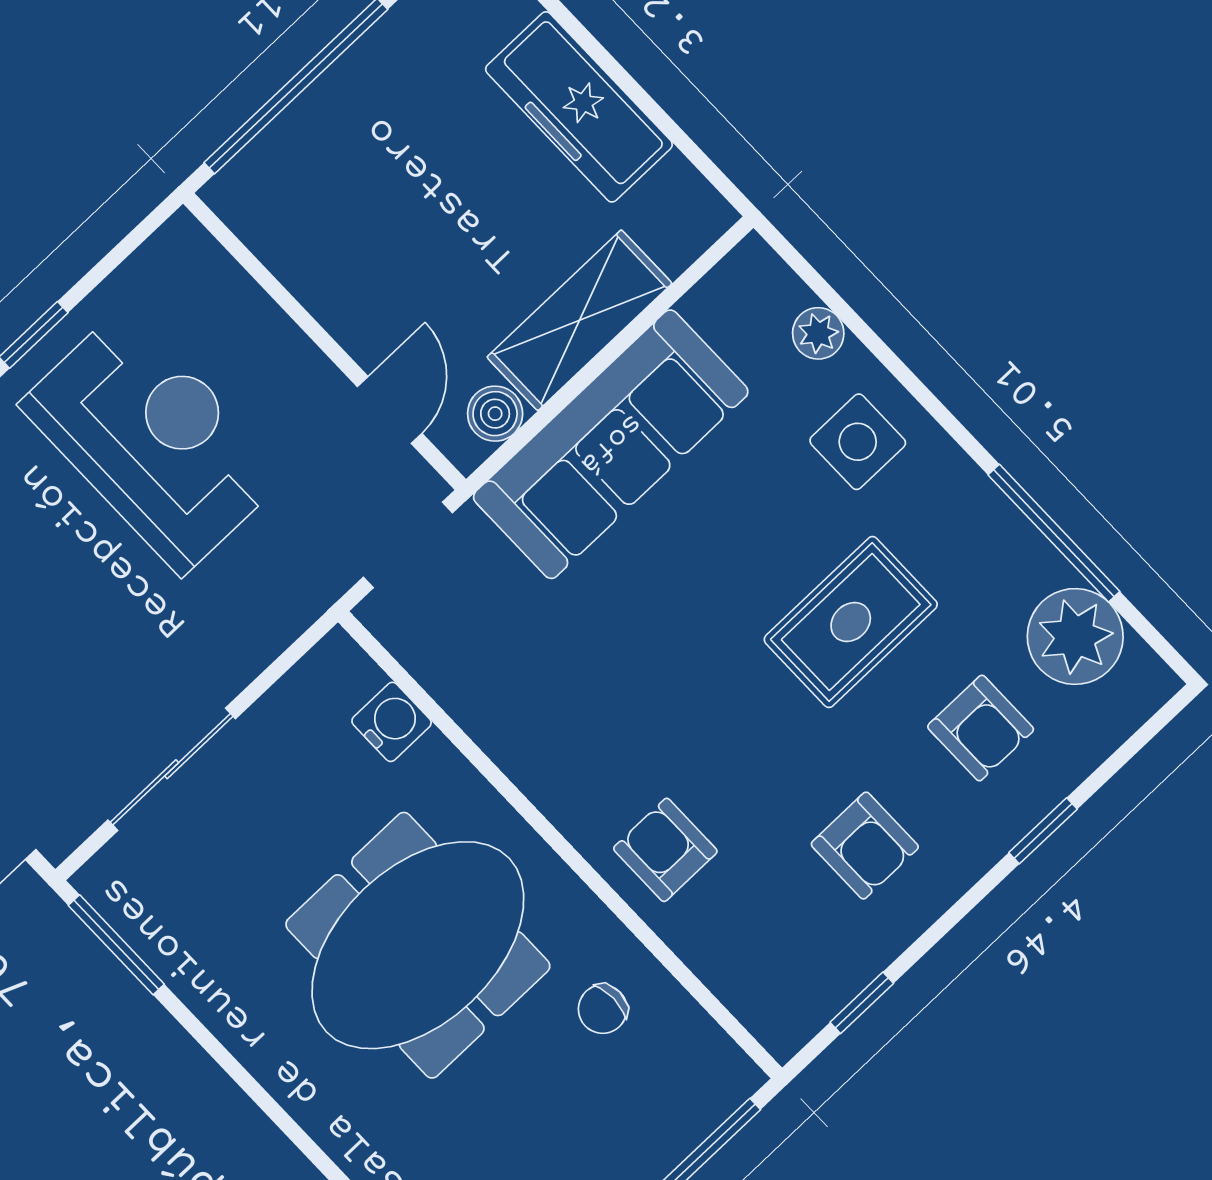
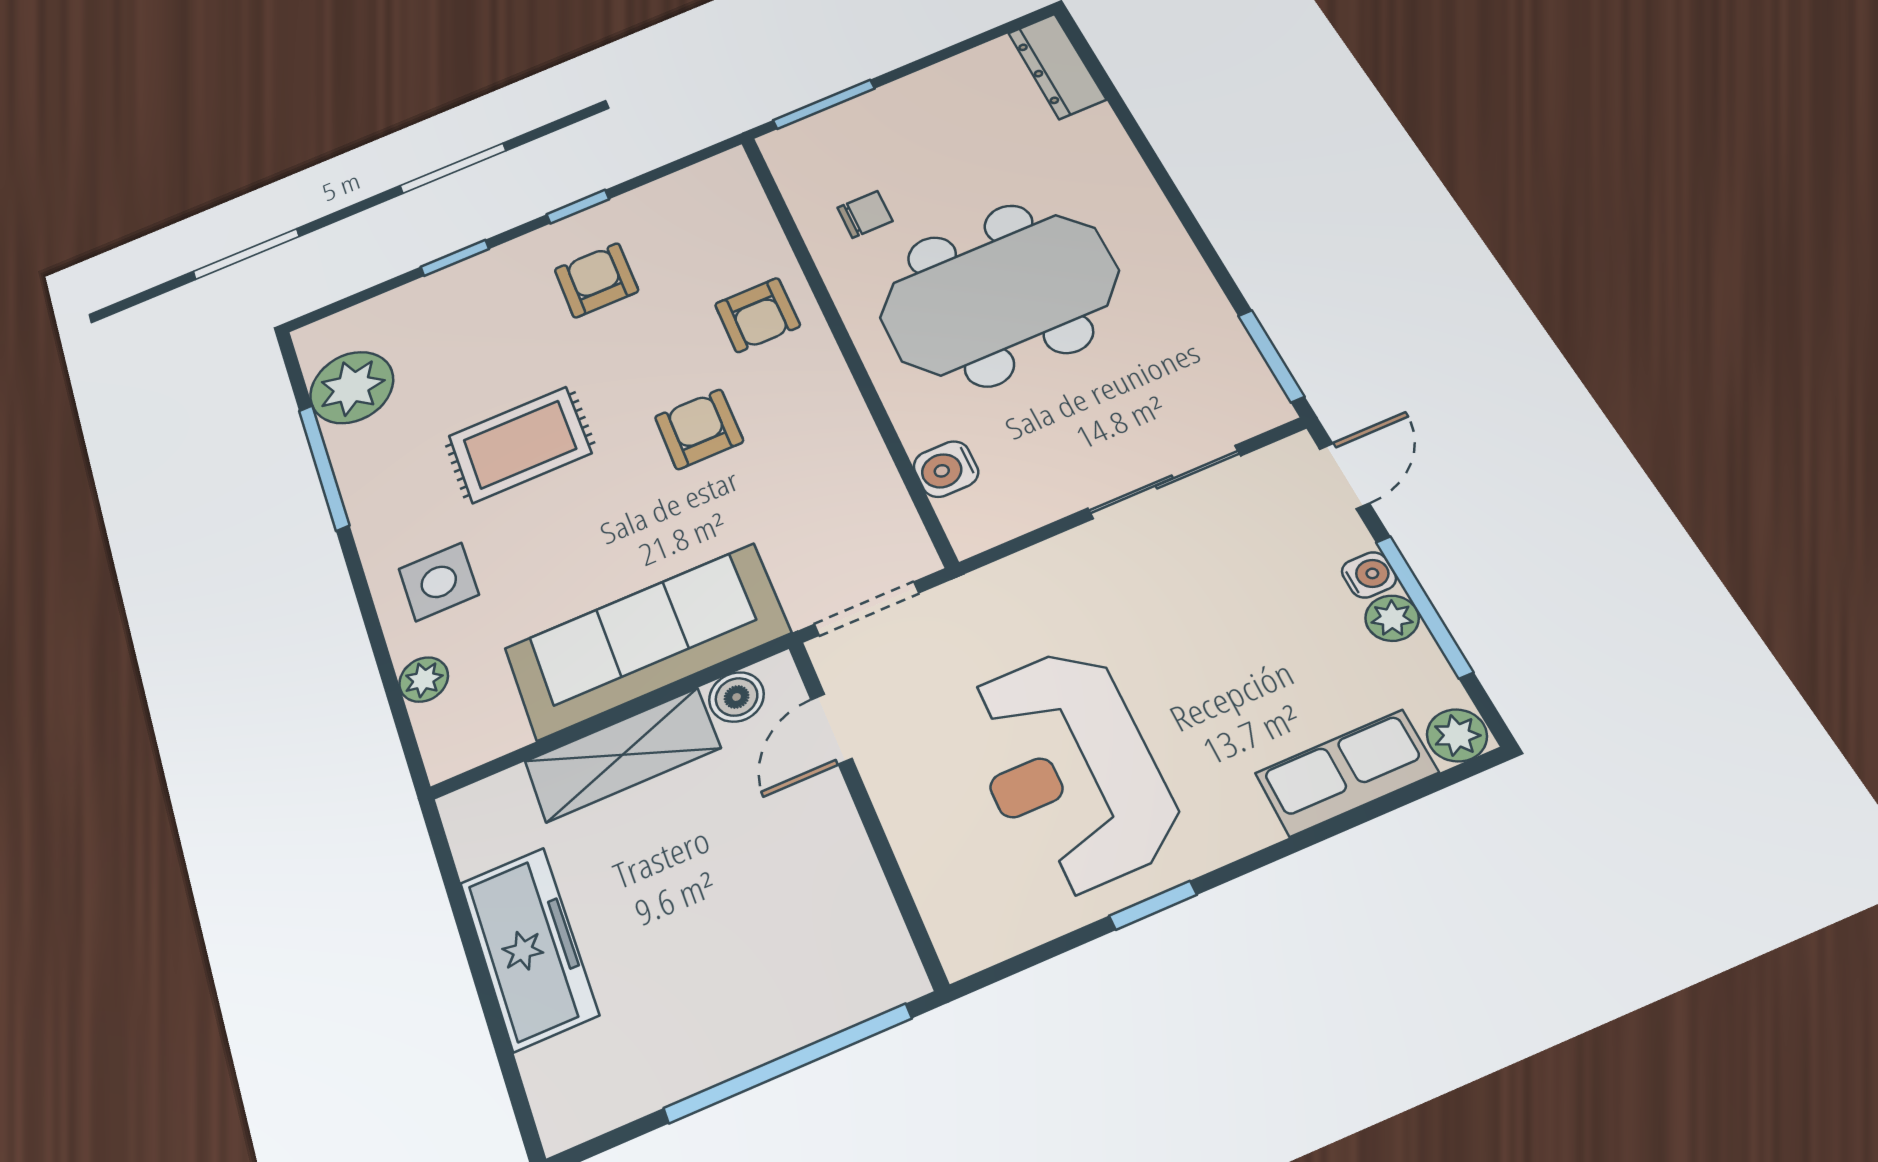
armchair: (981, 728) -> (699, 429), moved
window: (862, 1003) -> (578, 207), moved

